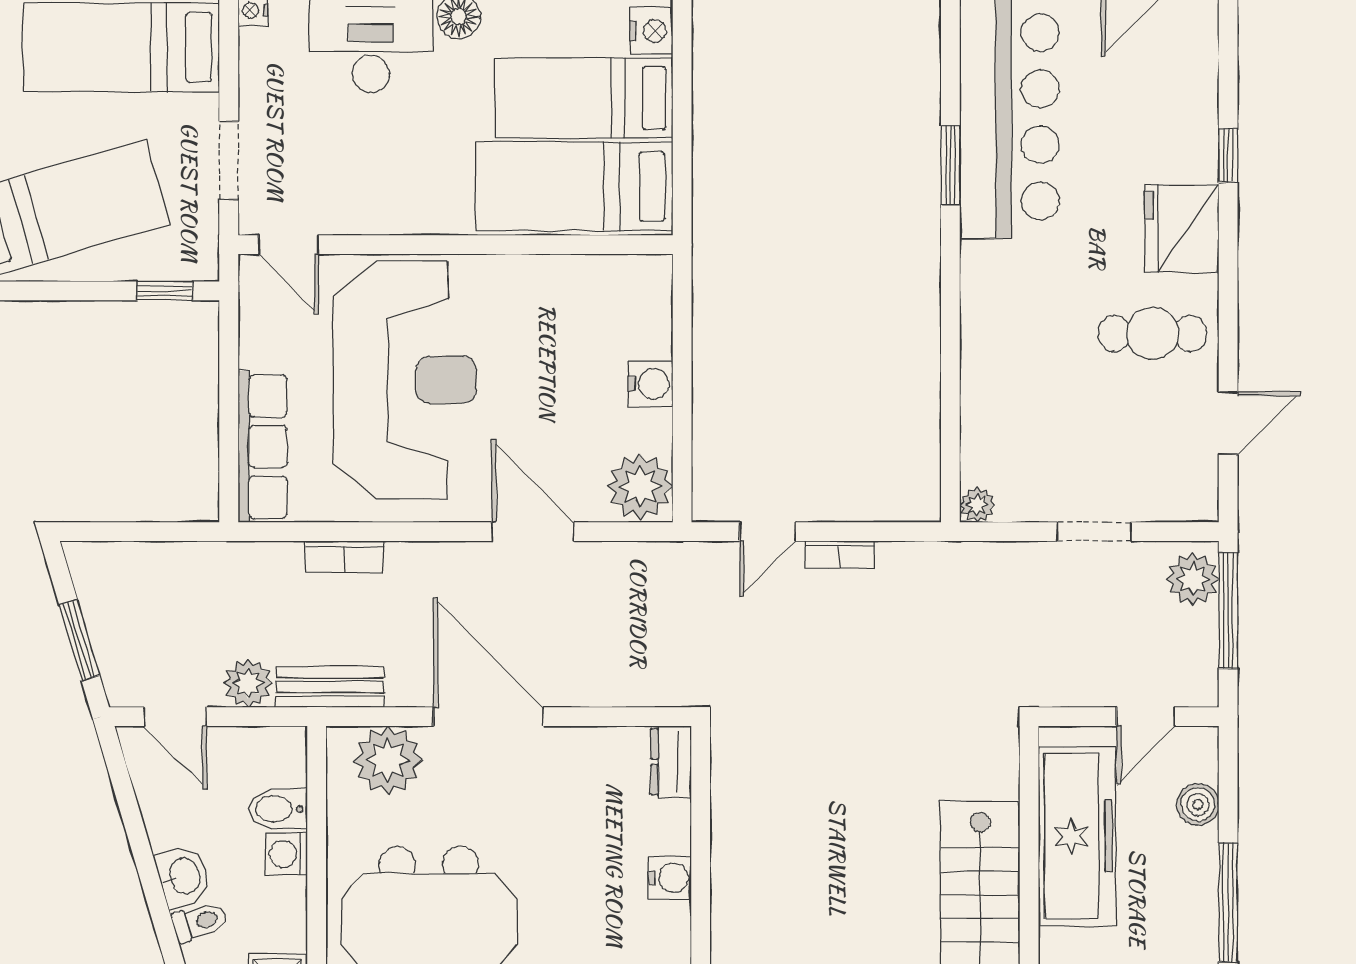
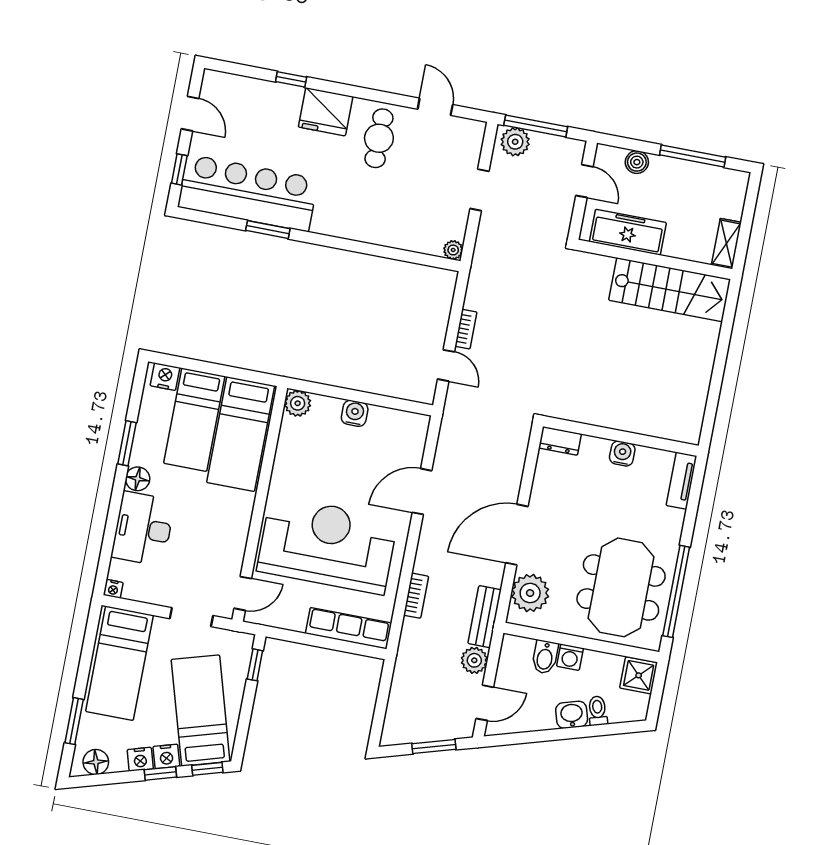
plant: (640, 486) -> (298, 403), moved, width x0.73, depth x0.73
freezer: (1077, 836) -> (628, 232), width x0.73, depth x0.79

